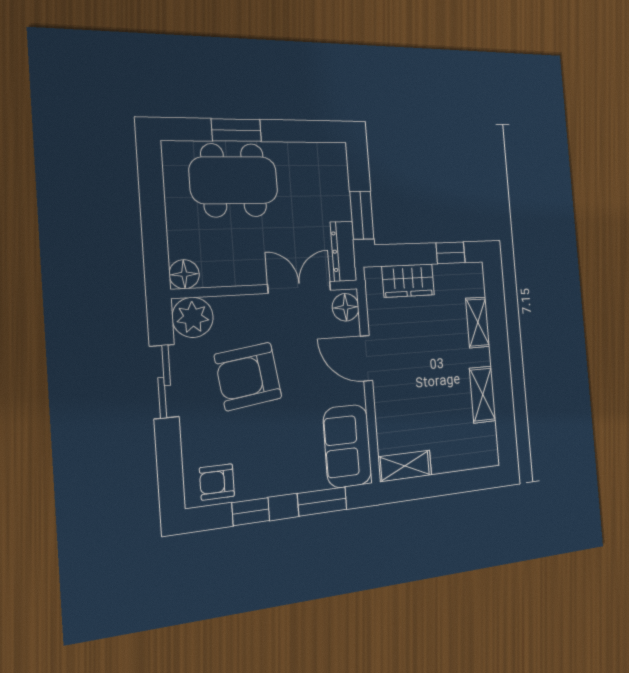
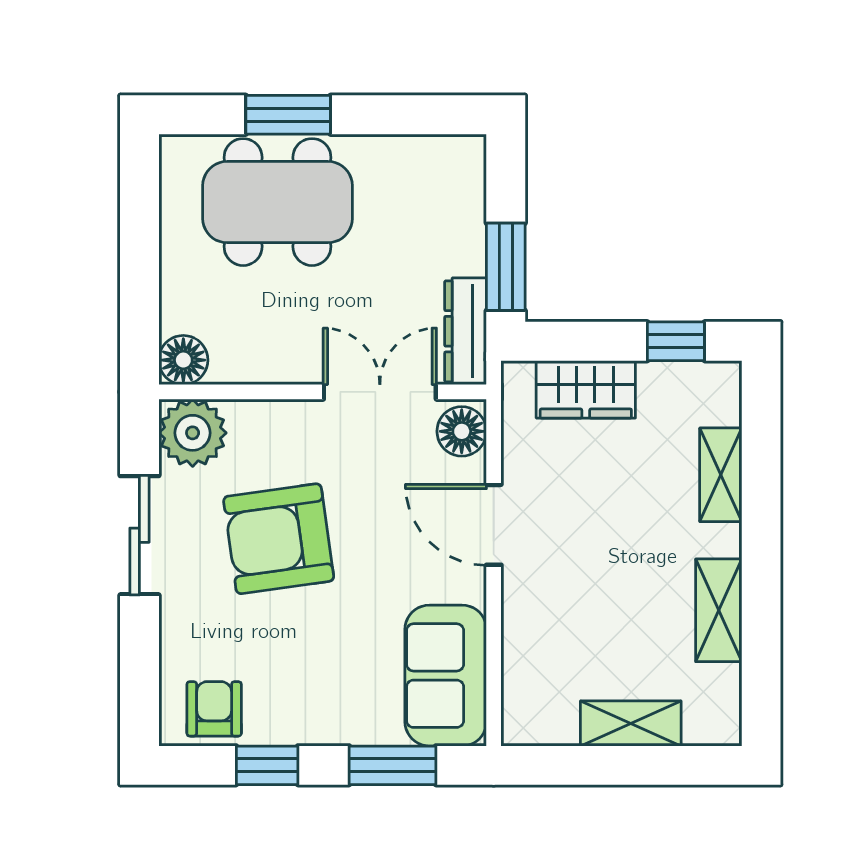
shelving: (405, 466) -> (631, 723), moved
armchair: (217, 482) -> (214, 709), turned 90

